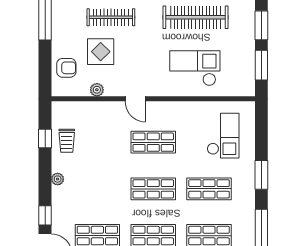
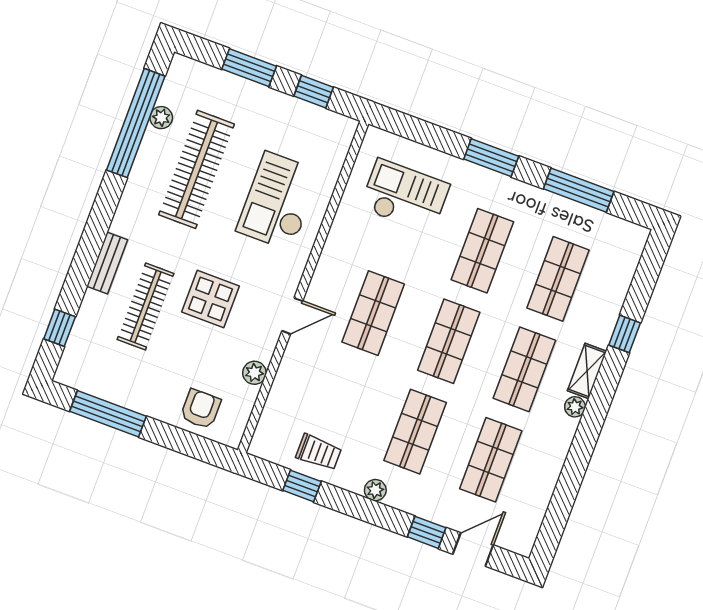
display table: (101, 52) -> (211, 299), moved
window: (261, 65) -> (314, 92), width x0.67
shop shelf: (97, 189) -> (415, 432), added

